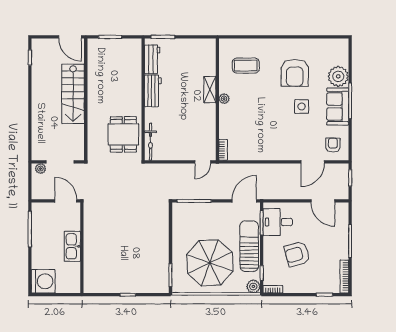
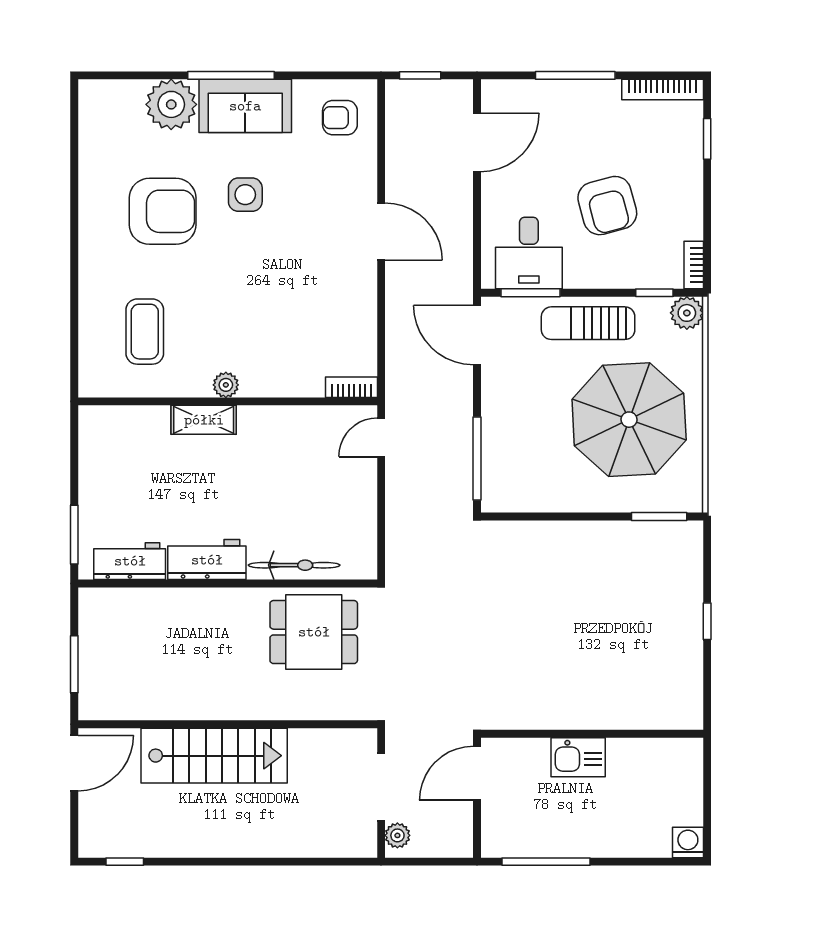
bicycle: (151, 142) -> (294, 565), moved
door: (203, 162) -> (381, 437), swing flipped
door: (313, 162) -> (381, 231), moved
kitchen sink: (72, 246) -> (578, 757), width x0.73
sun lounger: (249, 246) -> (588, 323), width x0.73, depth x0.75
washing machine: (43, 281) -> (688, 842), width x0.53, depth x0.53

